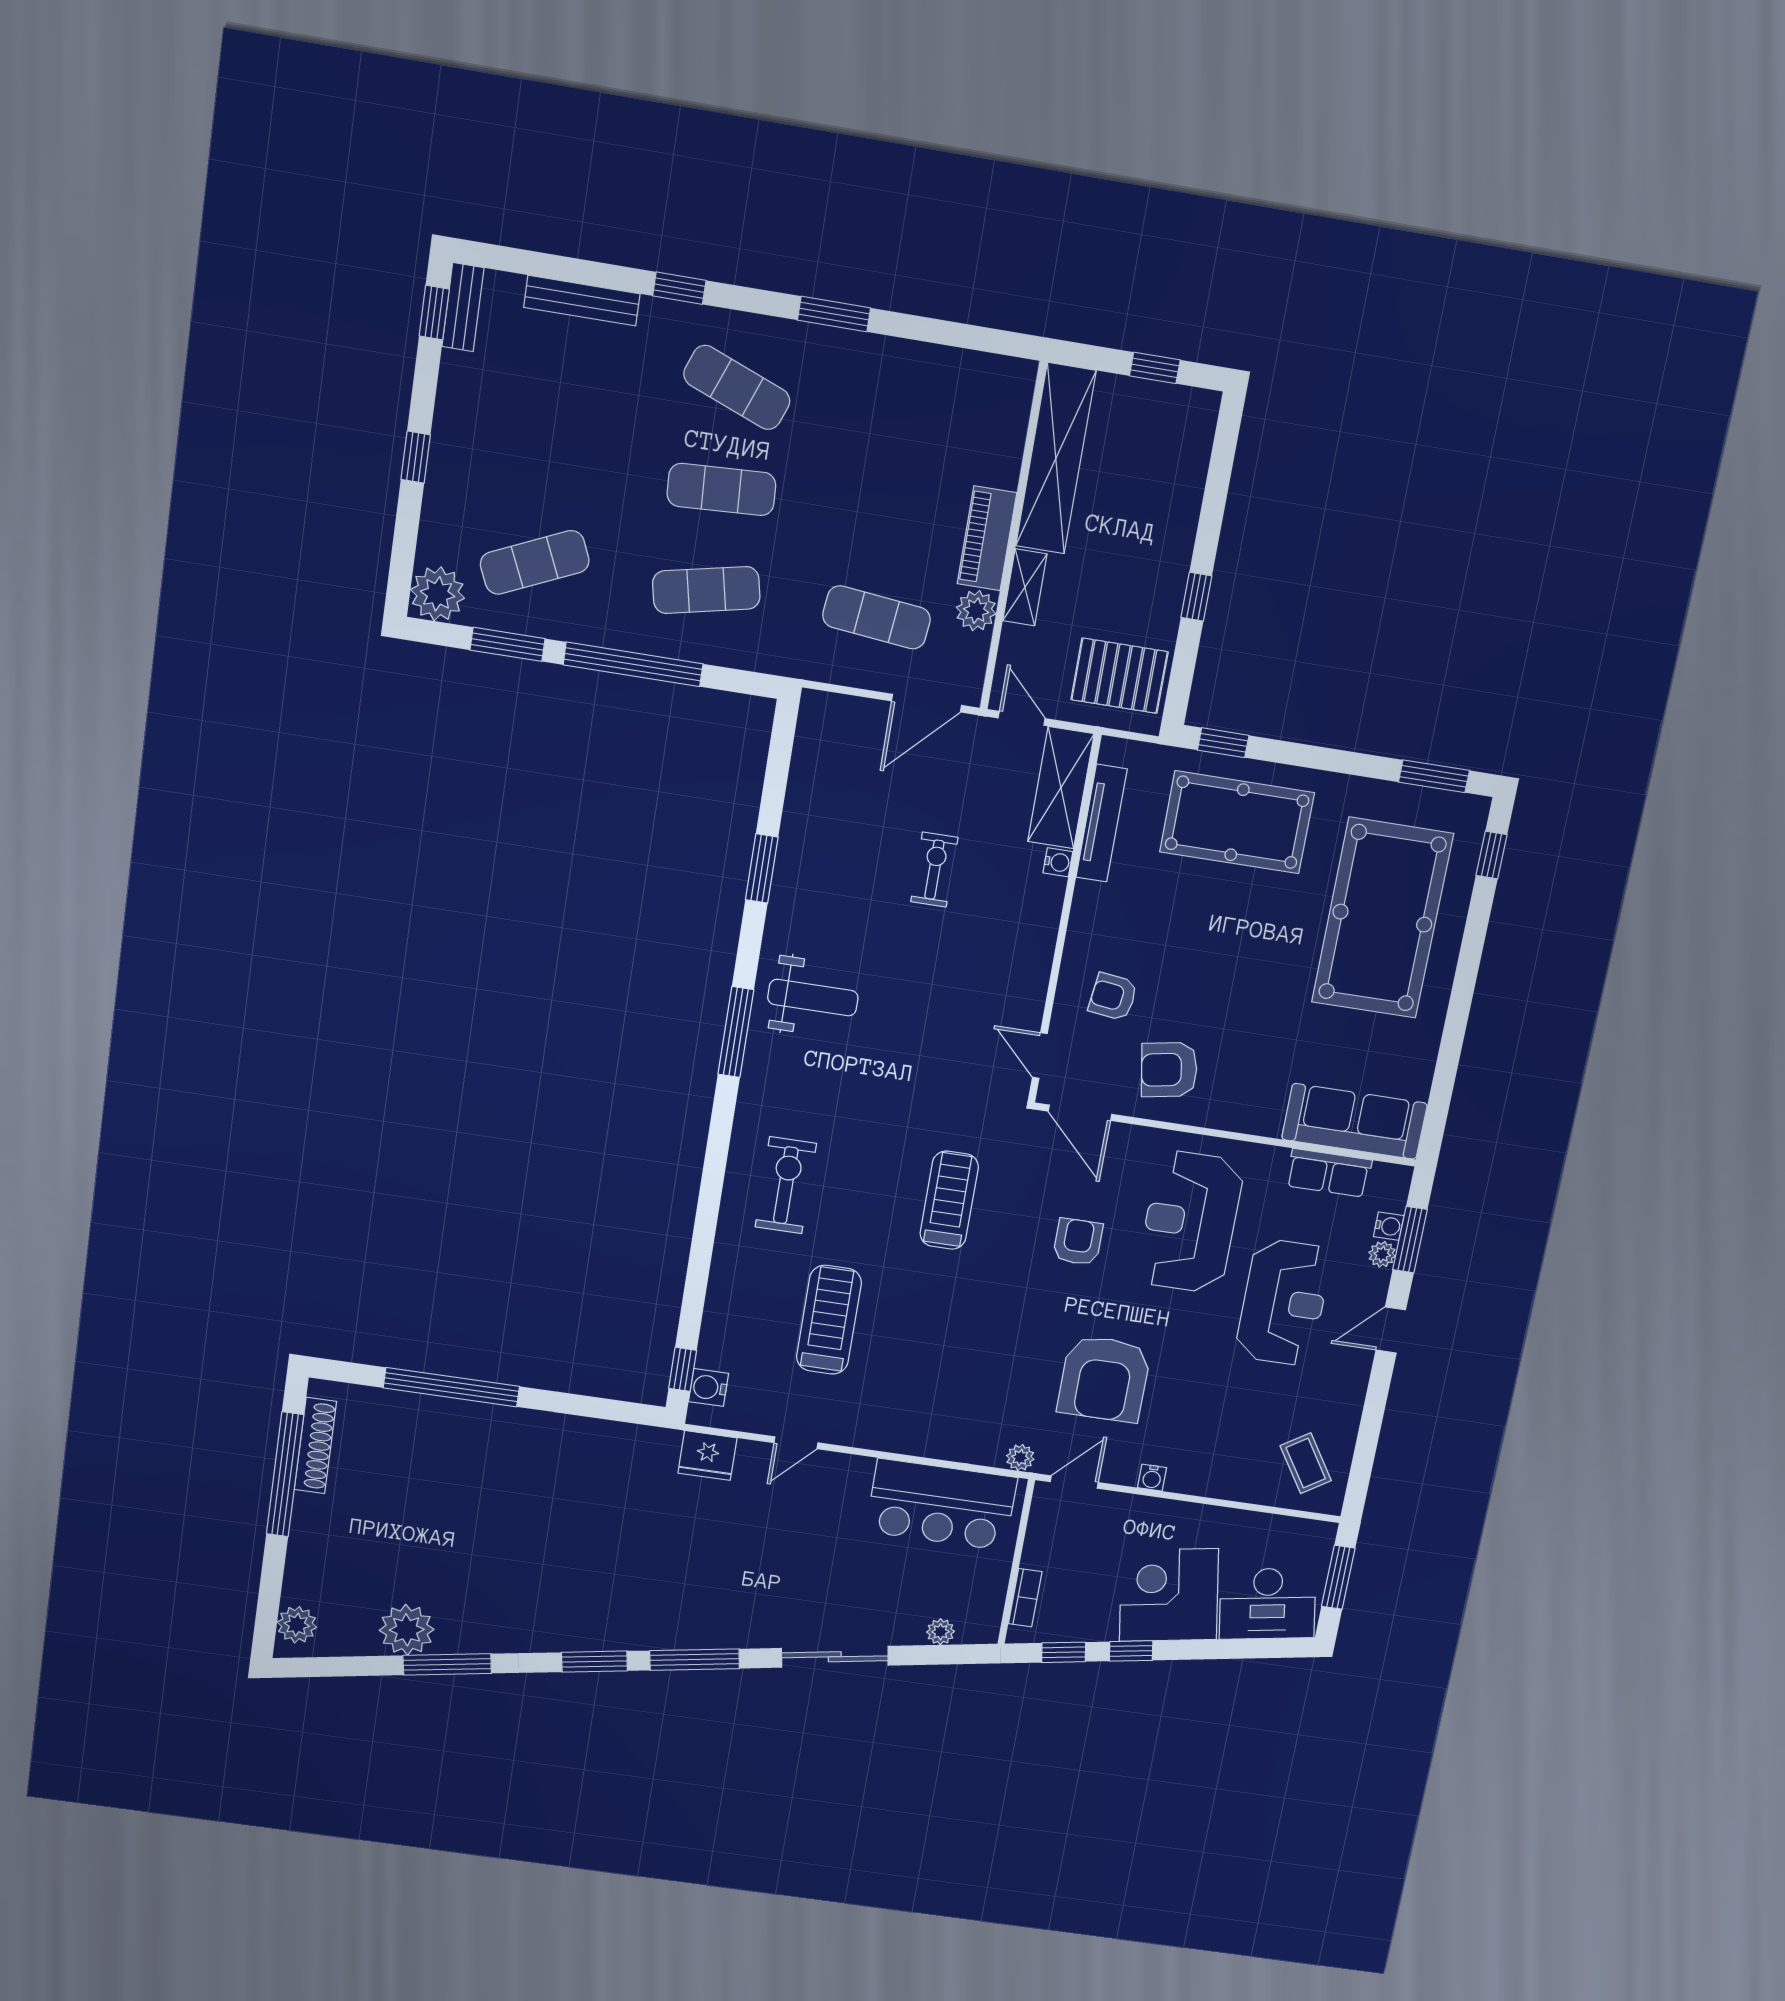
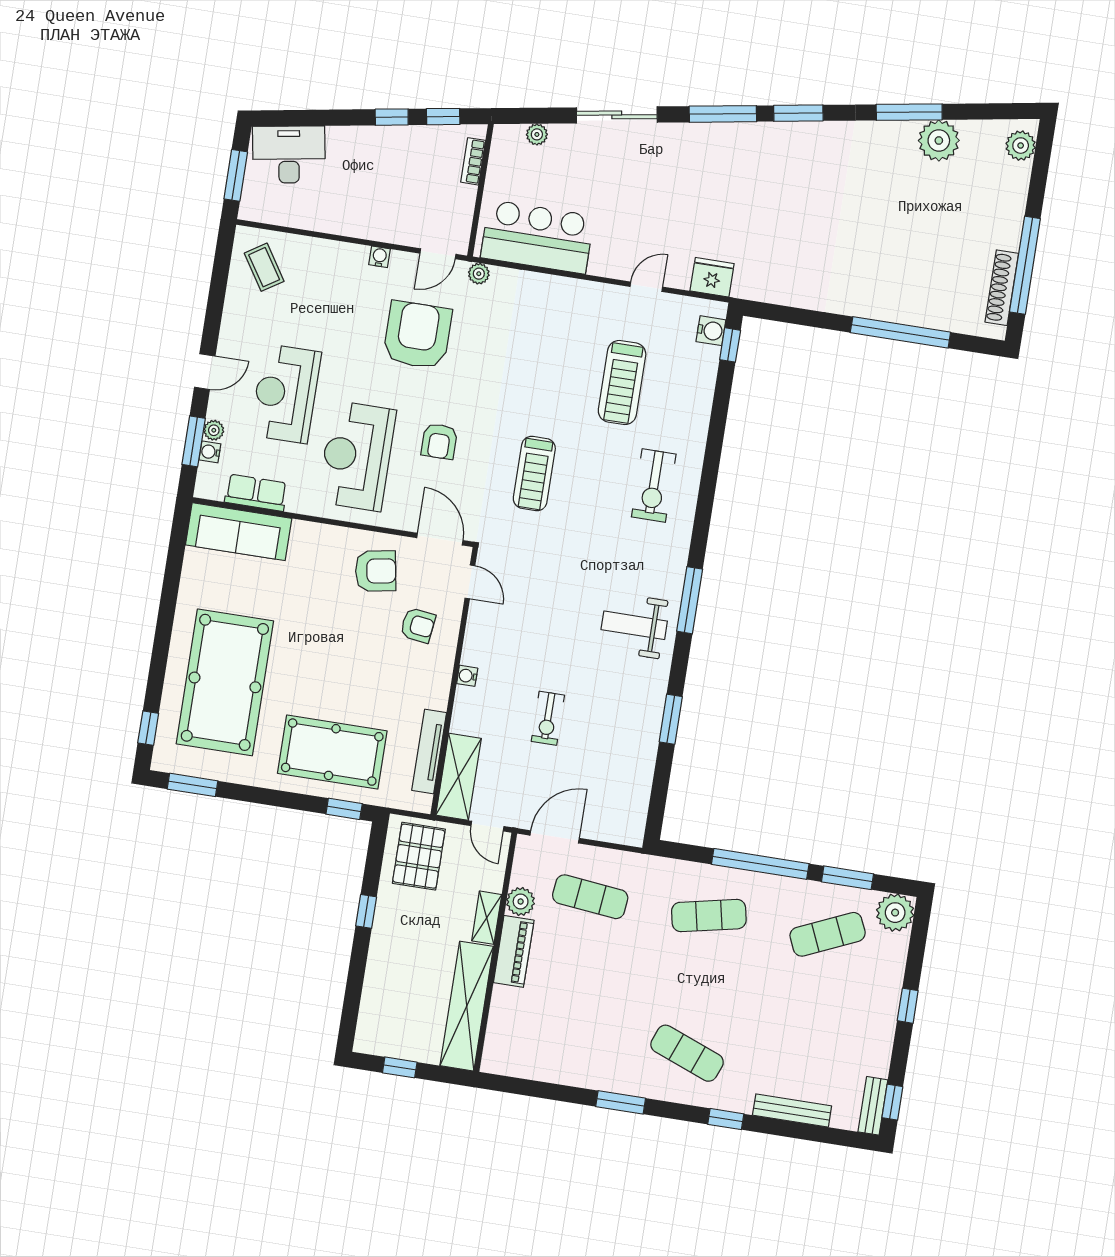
exercise mat: (721, 489) -> (698, 984), removed
pallet: (1120, 676) -> (419, 856), turned 90
water cooler: (1058, 862) -> (467, 676), moved
reception desk: (1190, 1222) -> (357, 456), turned 180
corner desk: (1169, 1595) -> (364, 162), removed

